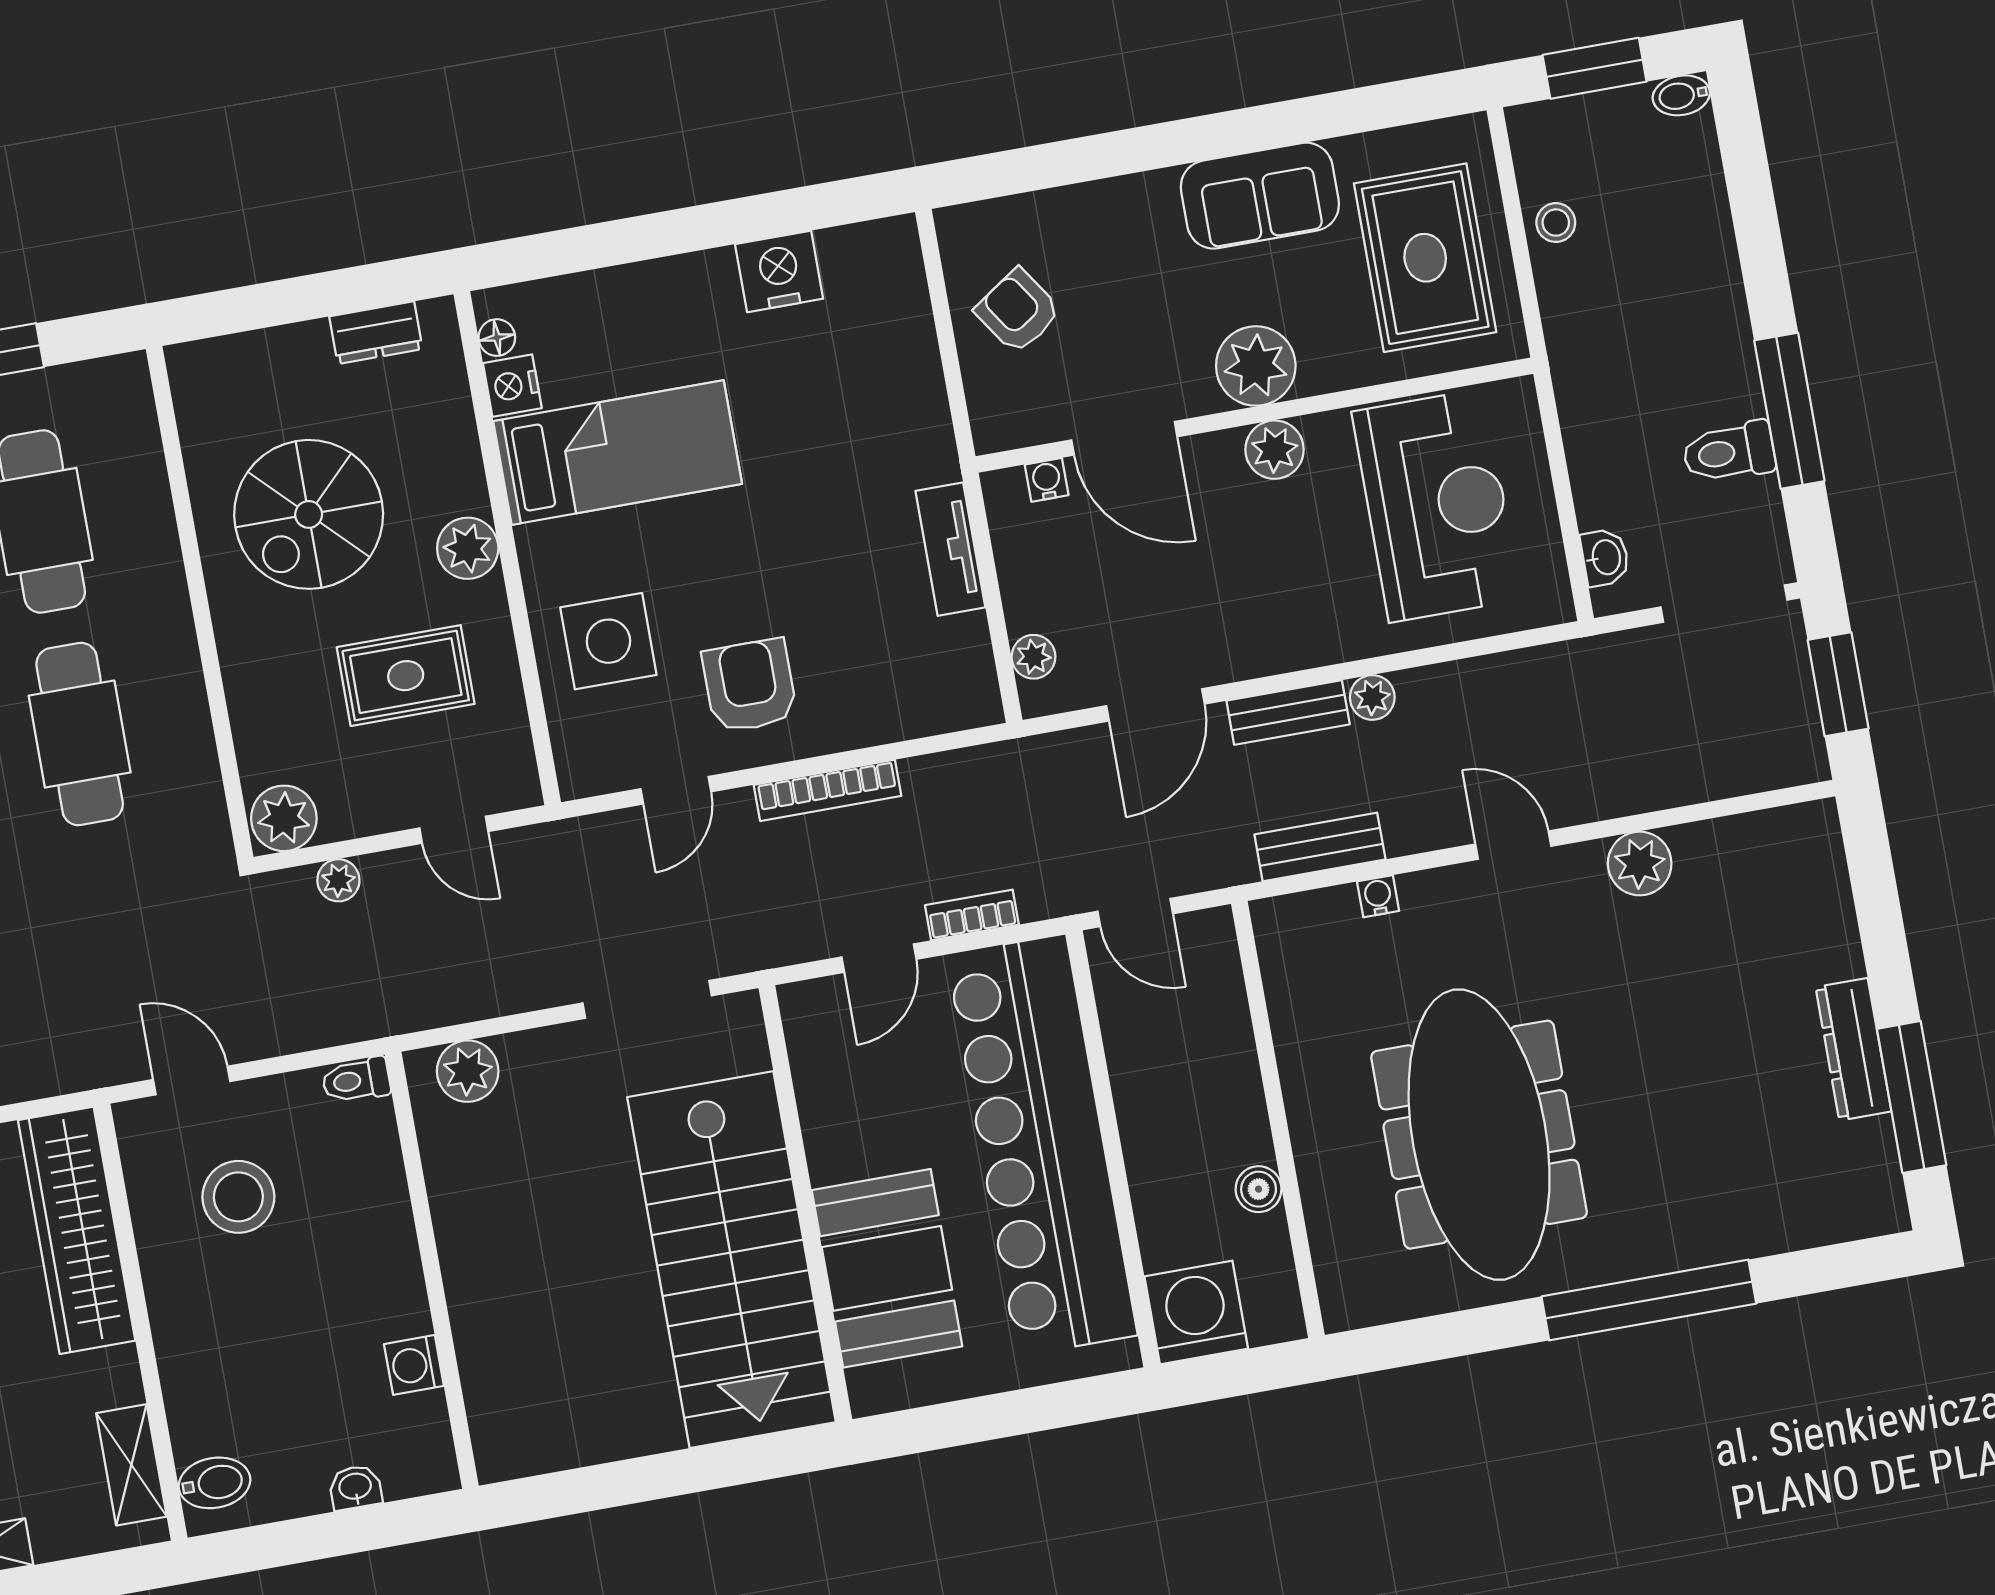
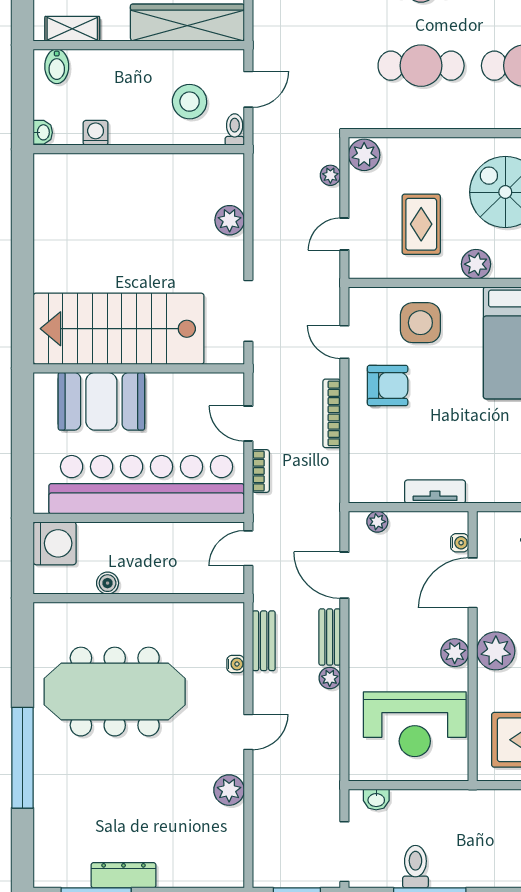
toilet: (356, 1080) -> (235, 130), moved
wall: (432, 1270) -> (139, 149), moved
washing machine: (414, 1365) -> (96, 133), moved

